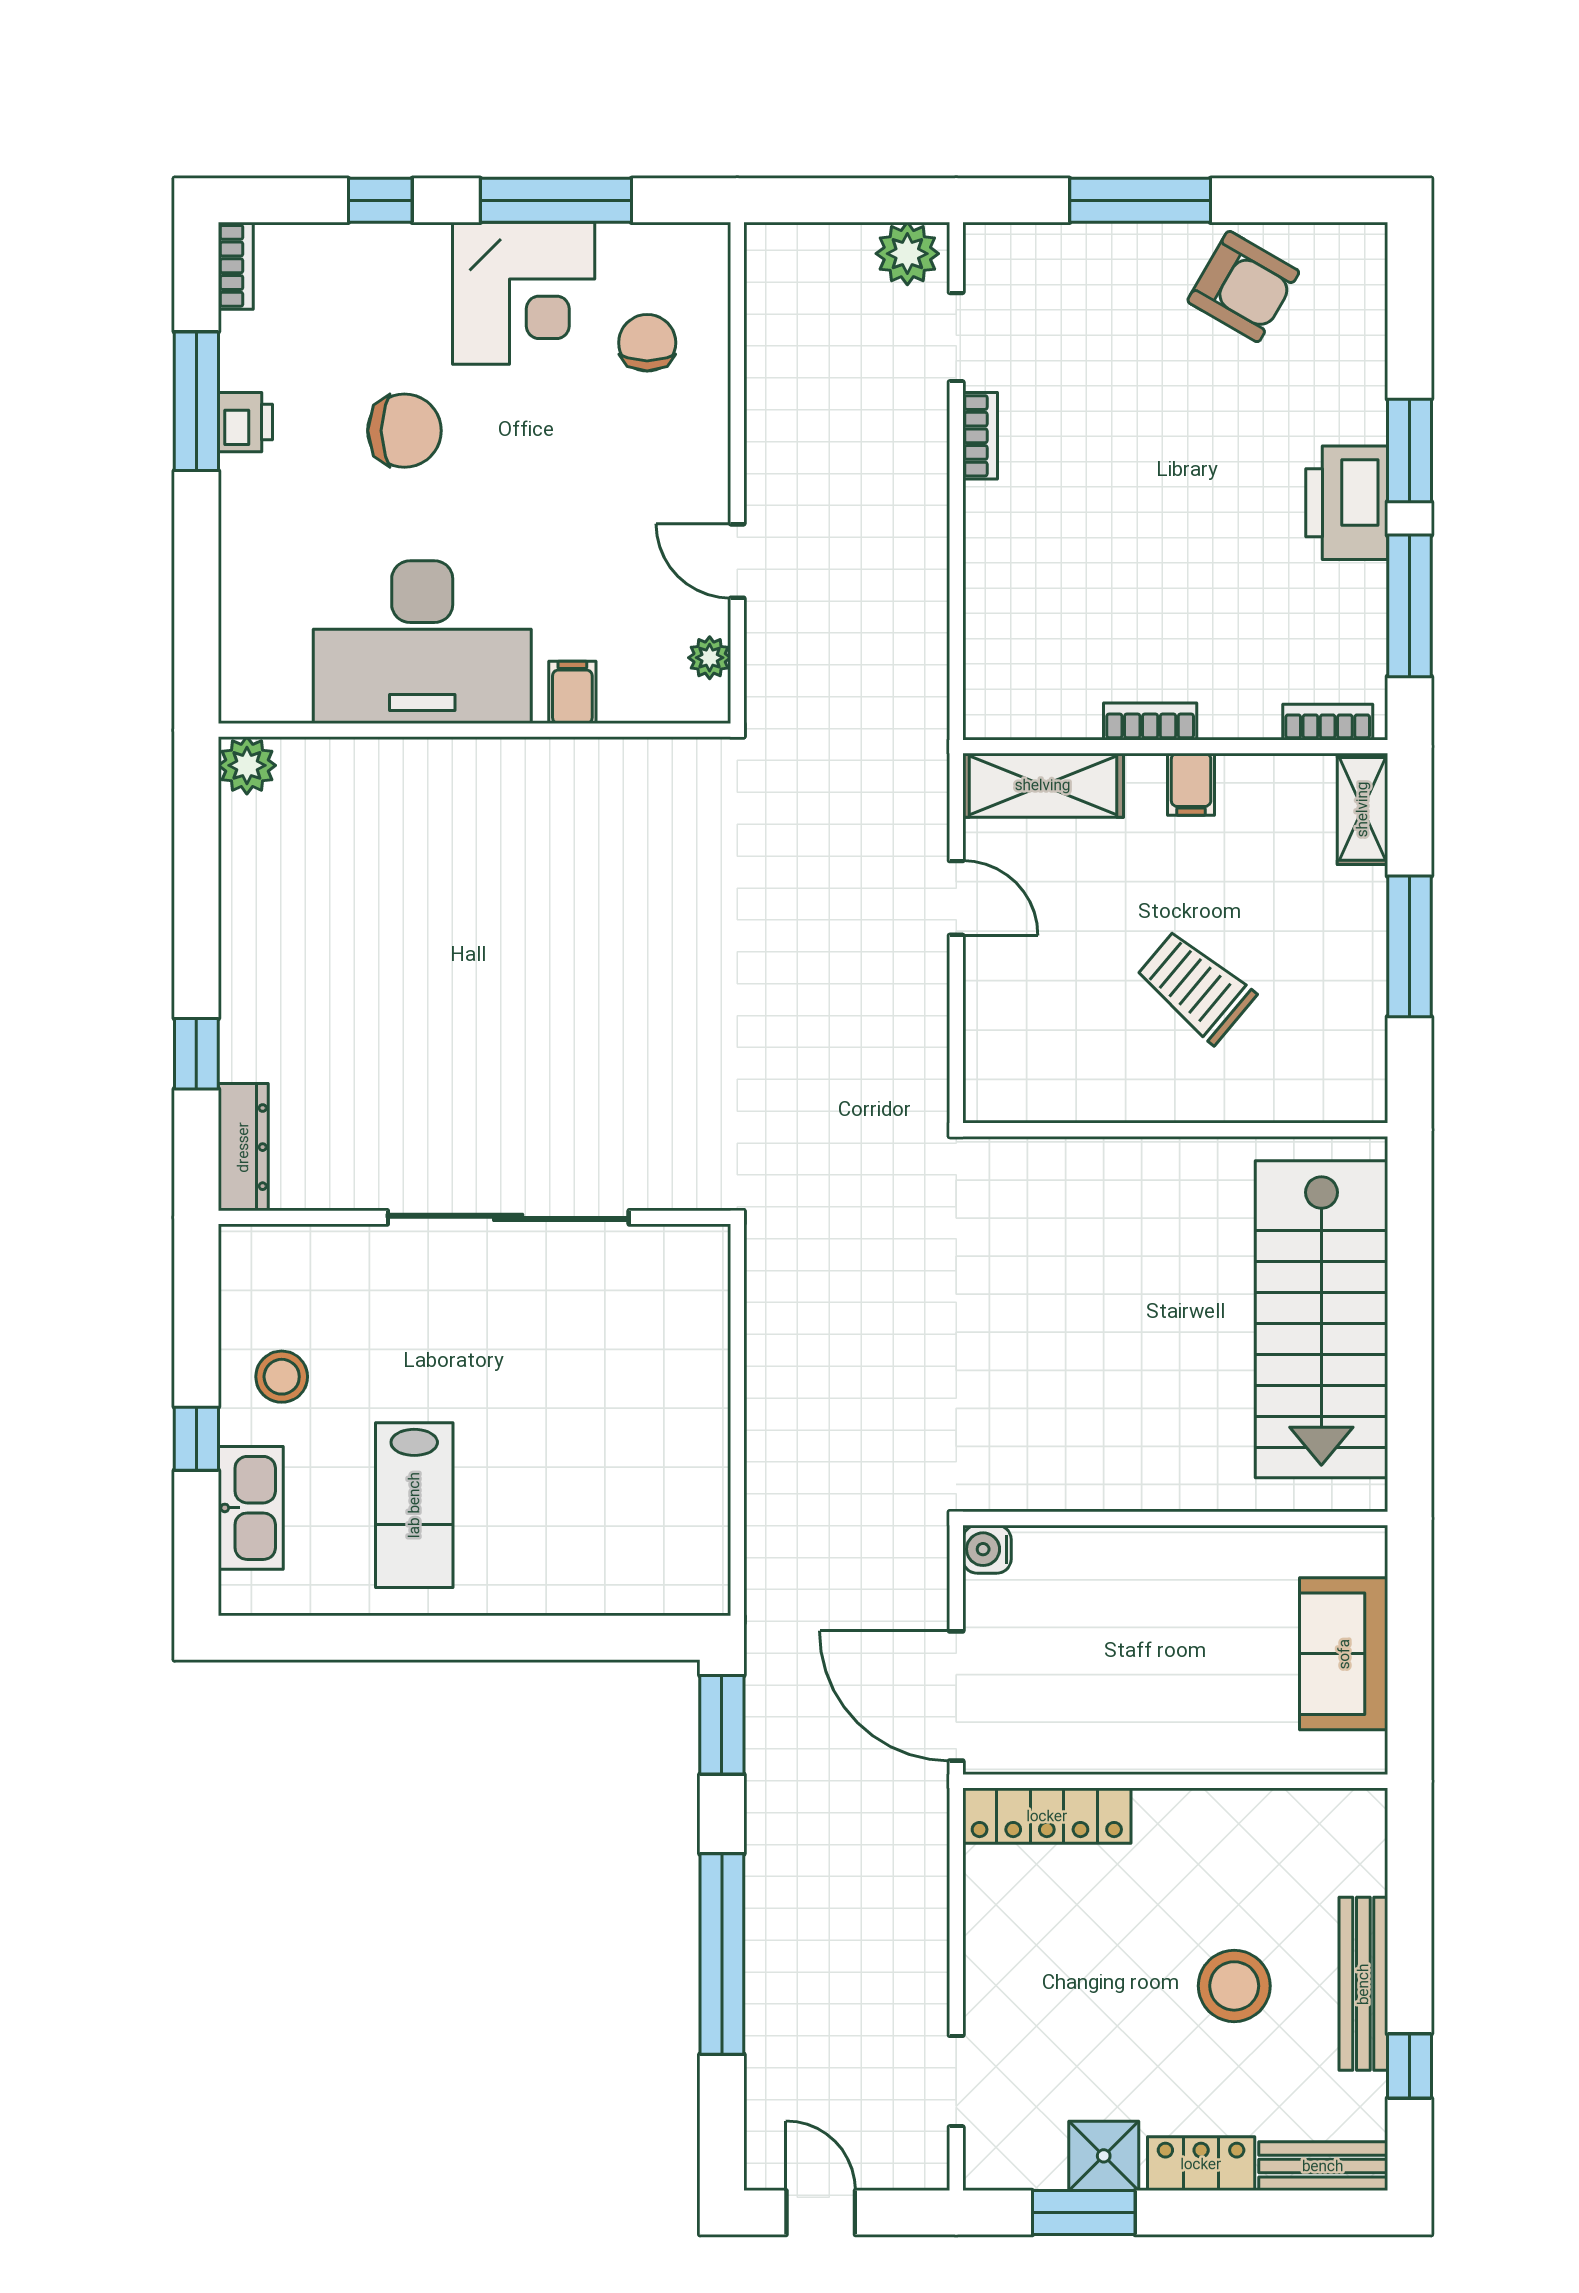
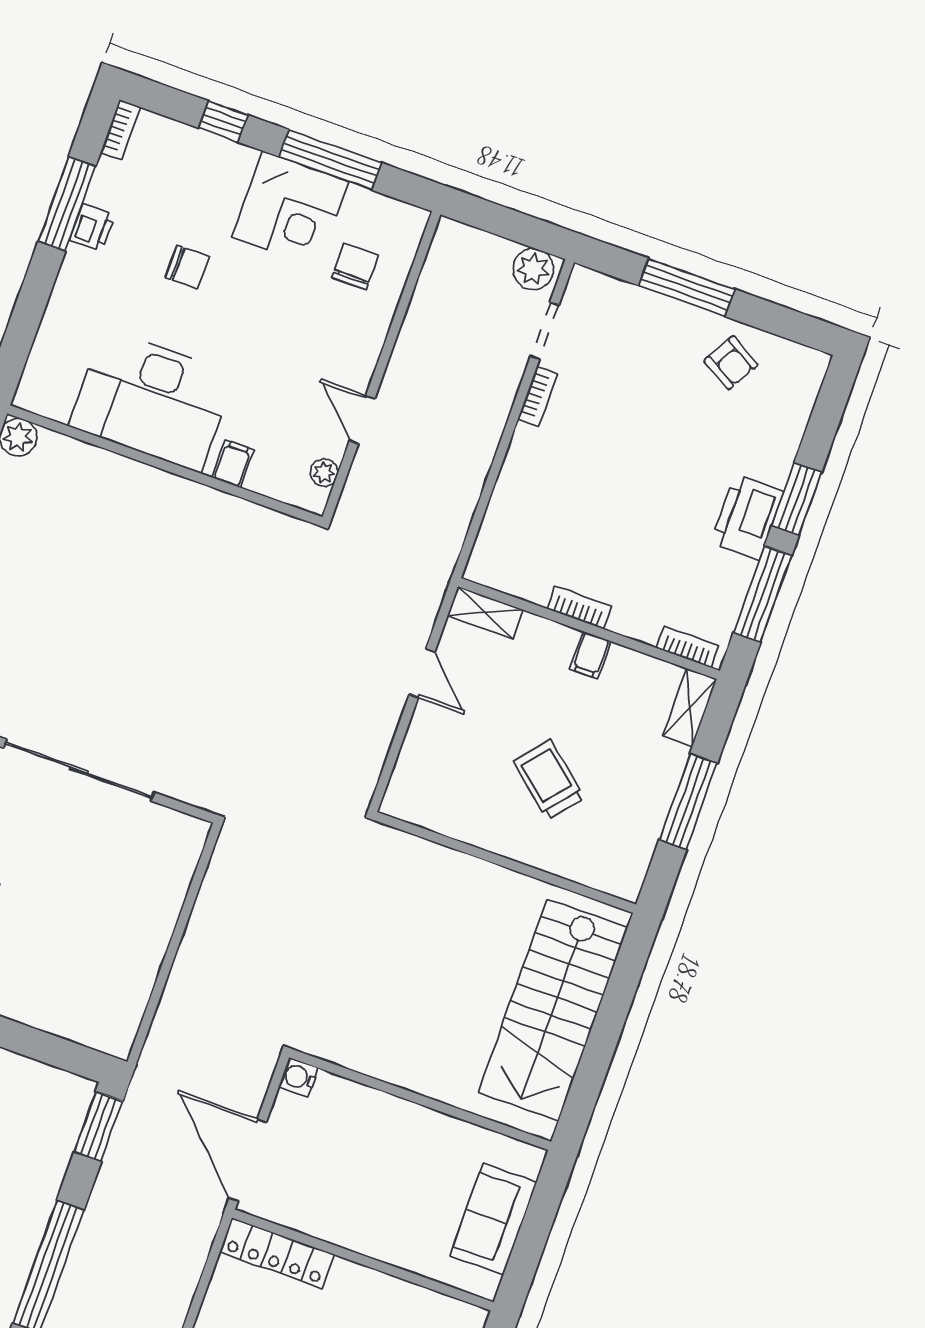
armchair: (1243, 287) -> (731, 363), width x0.72, depth x0.72
chair: (404, 431) -> (188, 267), width x0.73, depth x0.73
shelving: (1043, 785) -> (485, 613), width x0.67, depth x0.75

